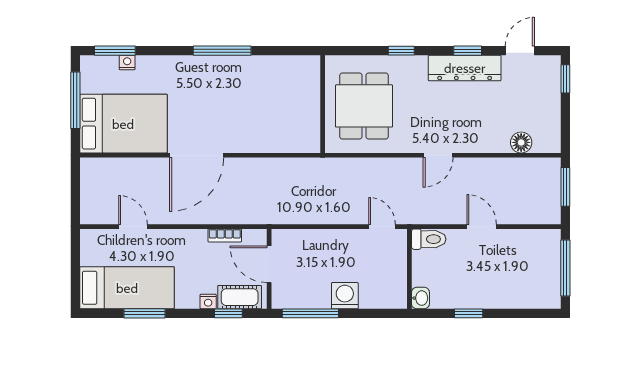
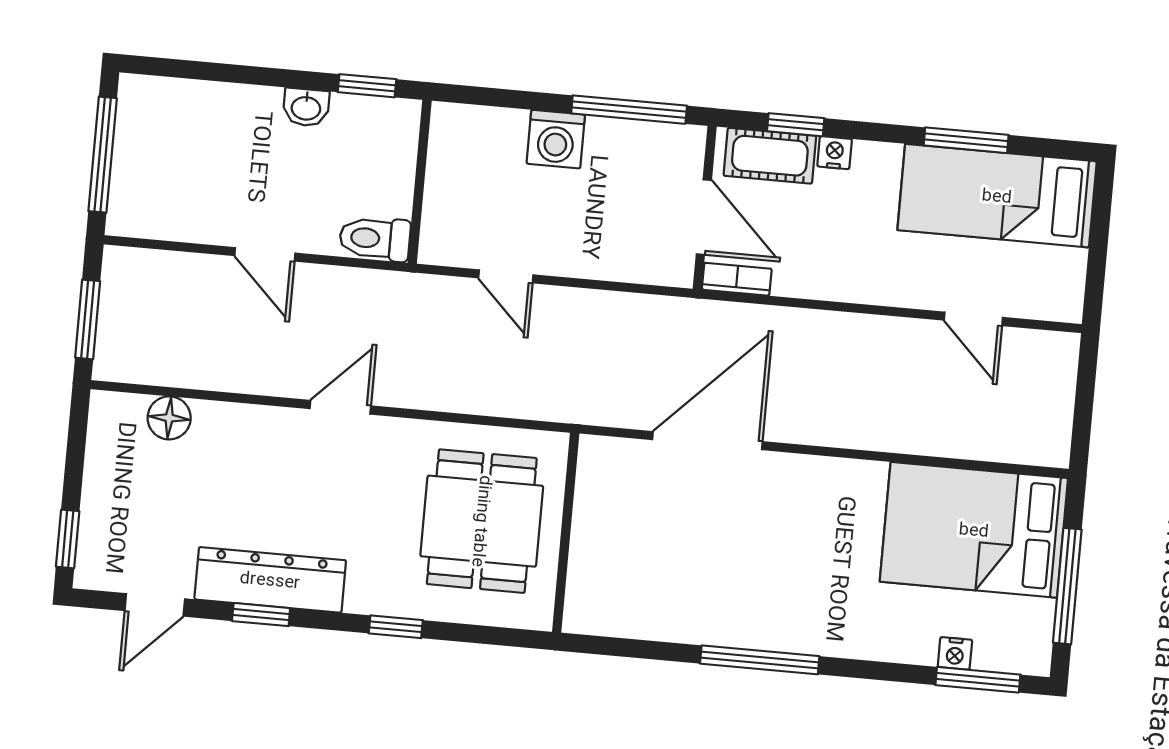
door: (197, 155) -> (707, 441), moved
door: (382, 227) -> (506, 276), moved
bookcase: (225, 235) -> (737, 279), moved
washbasin: (420, 298) -> (306, 107), moved, turned -90
window: (469, 313) -> (367, 86), moved

